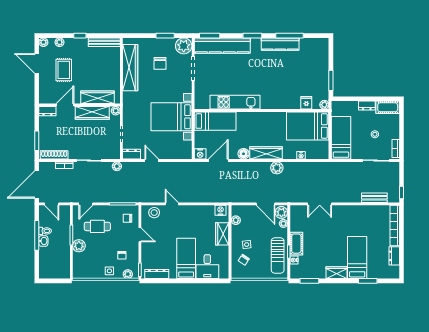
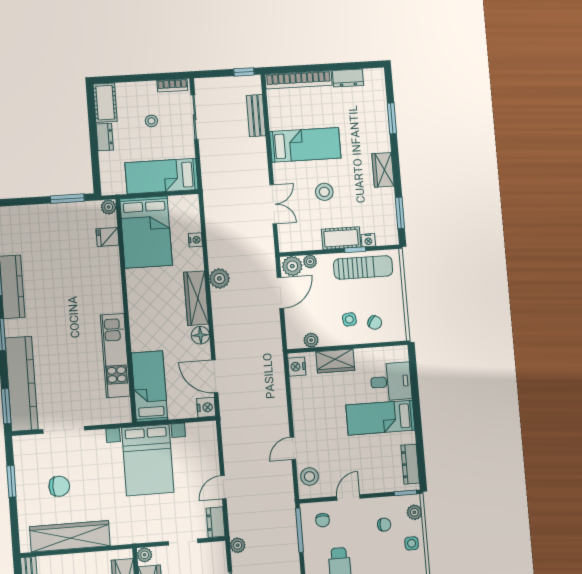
plant: (184, 46) -> (27, 449), removed
stool: (325, 236) -> (324, 192), added
bed: (357, 258) -> (305, 145), moved, turned 180

